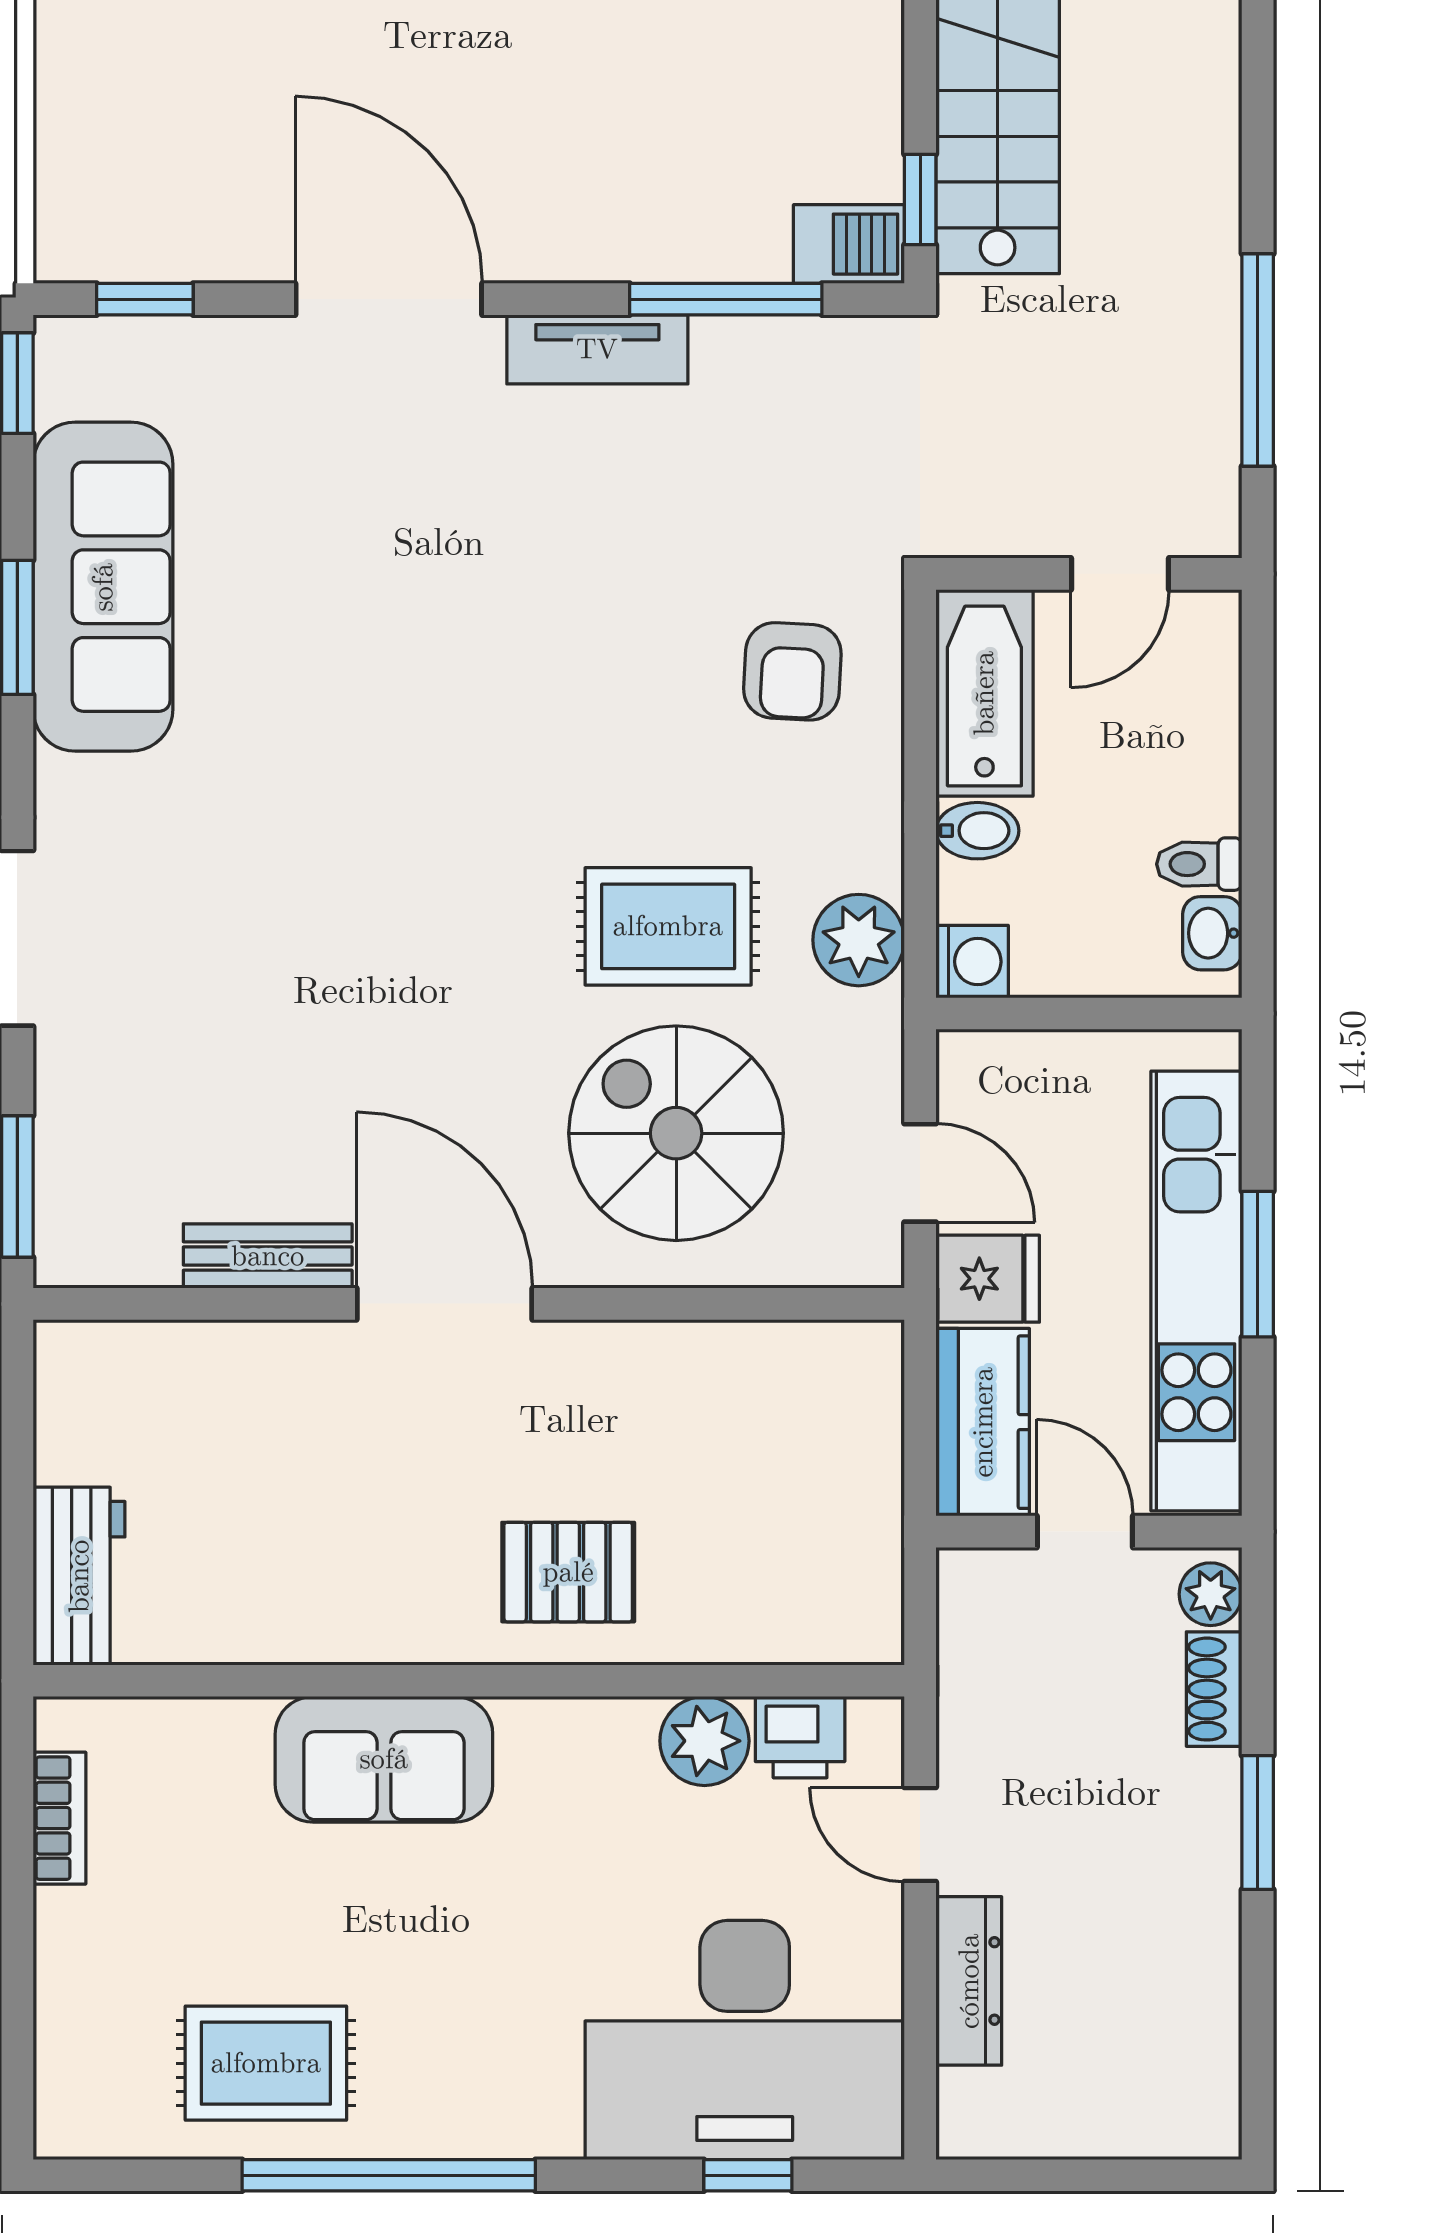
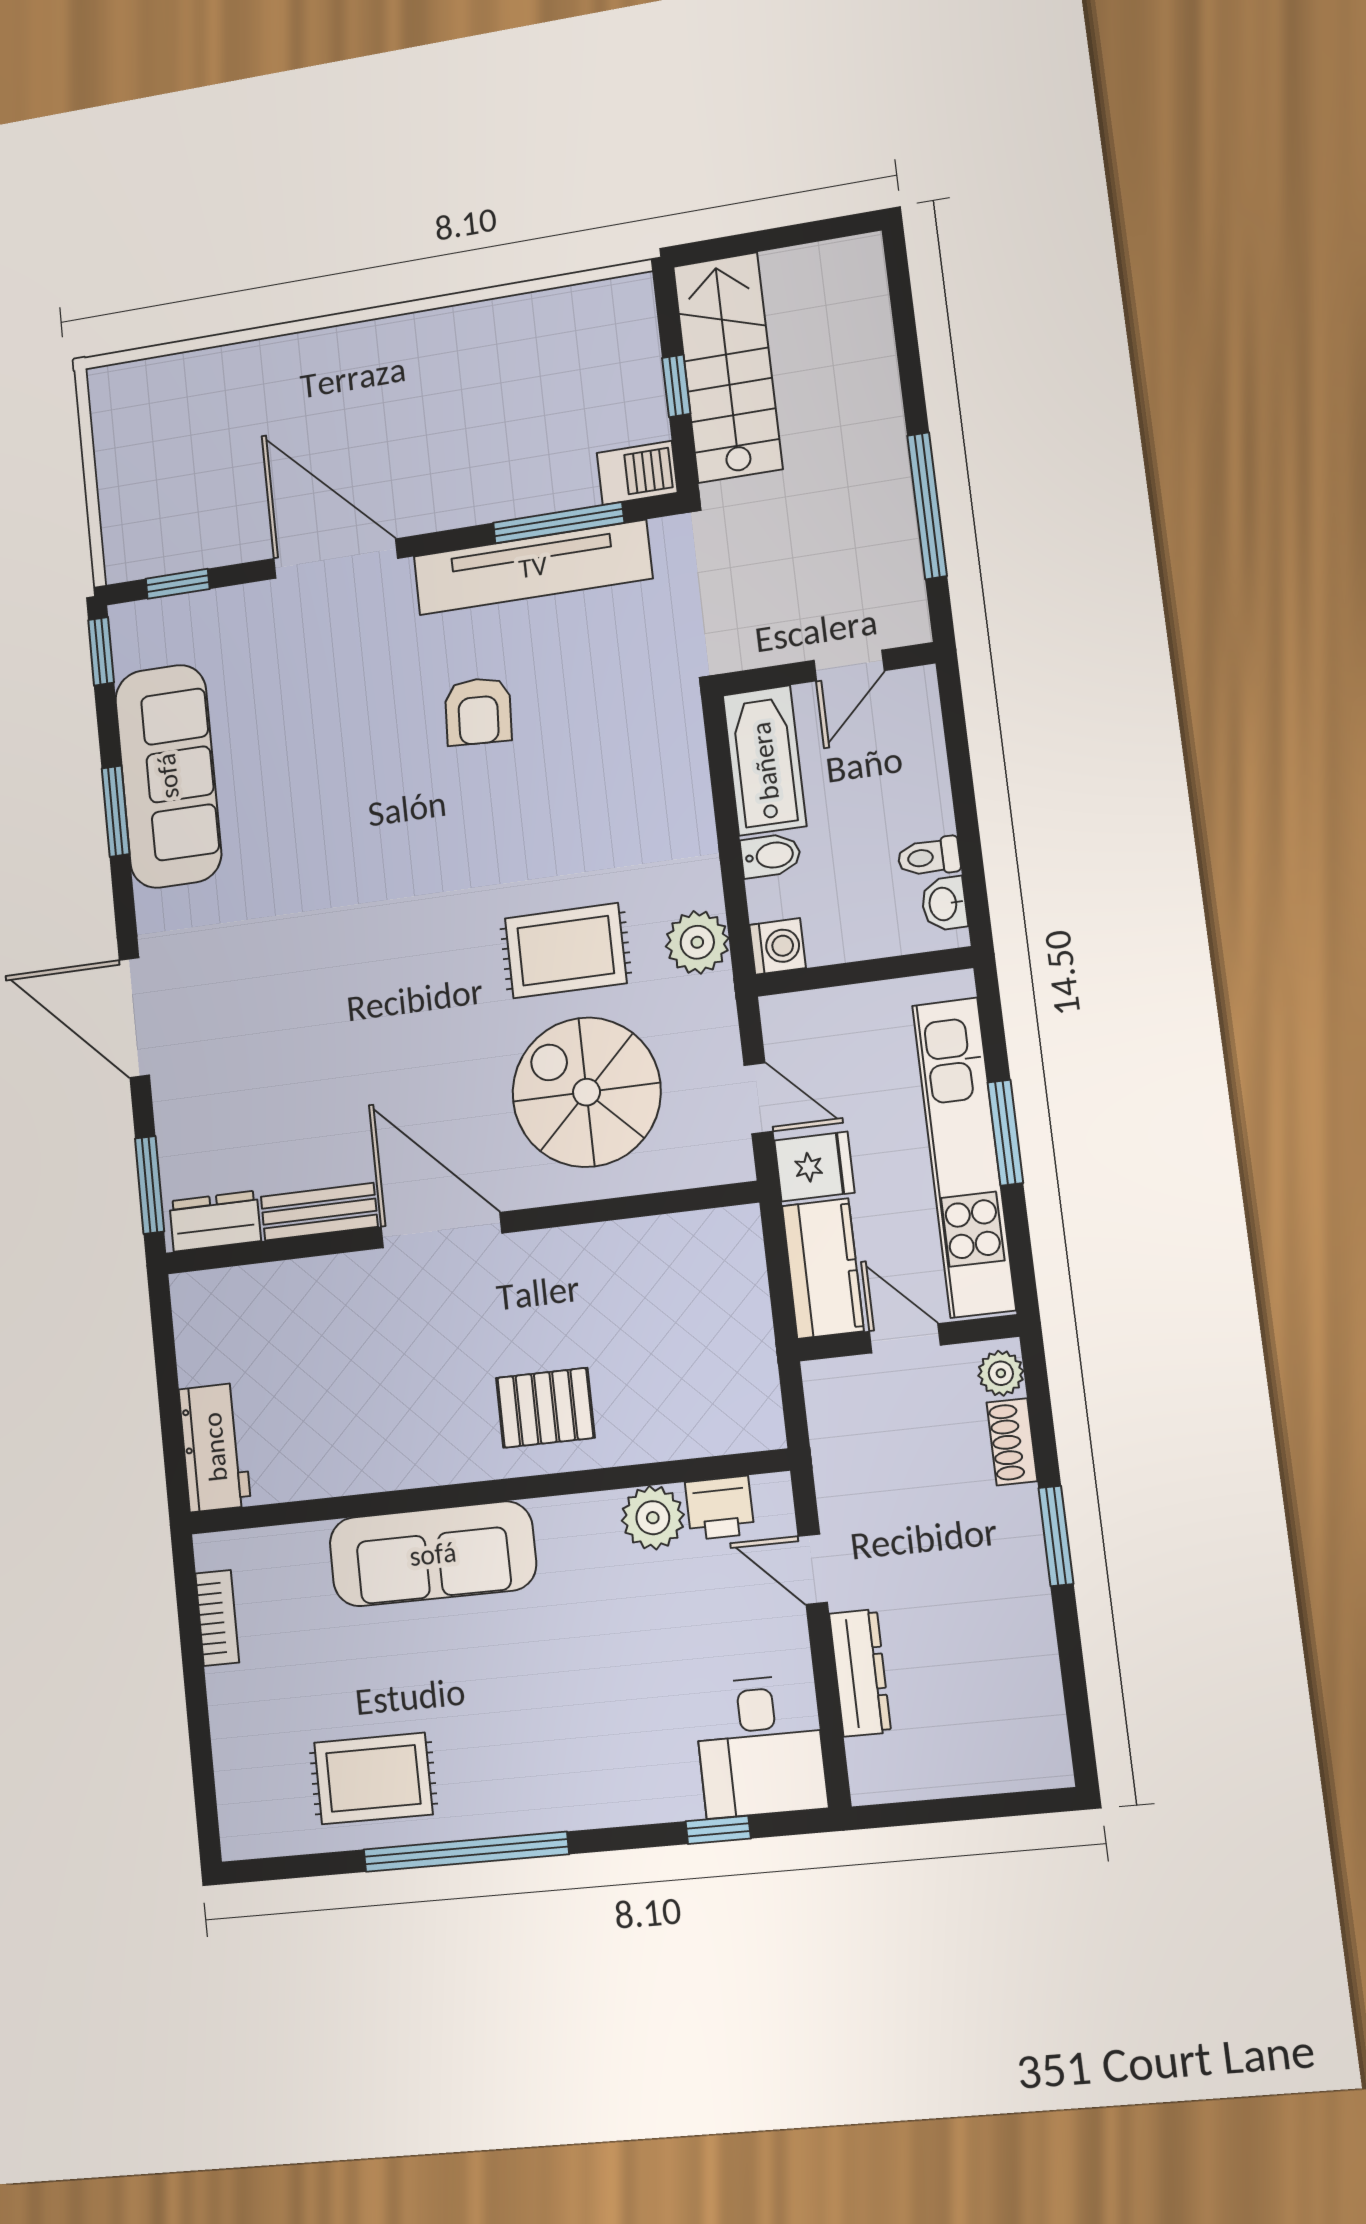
window: (920, 199) -> (676, 386), moved
tv unit: (597, 349) -> (533, 567), width x1.92, depth x1.29
armchair: (792, 671) -> (478, 711), moved
dresser: (111, 1251) -> (215, 1221), added
sofa: (384, 1759) -> (433, 1554), width x1.36
desk: (745, 2040) -> (760, 1746), width x0.53, depth x0.77

